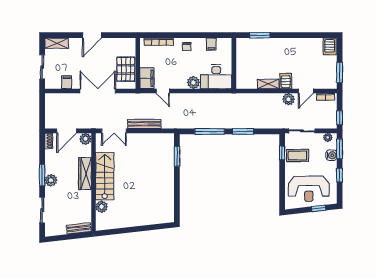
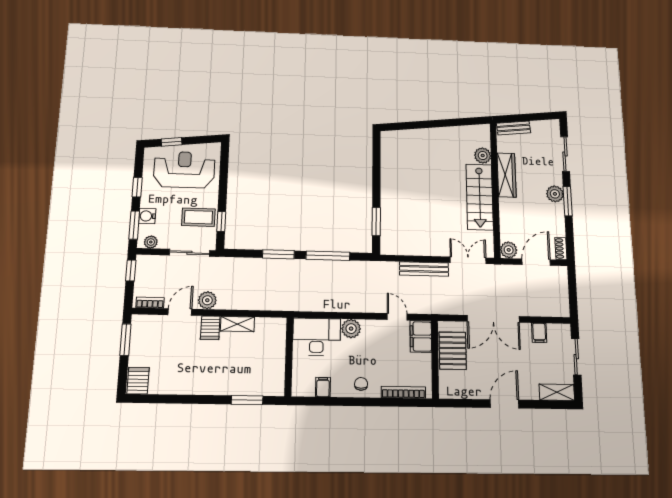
wardrobe: (85, 174) -> (507, 175), moved

